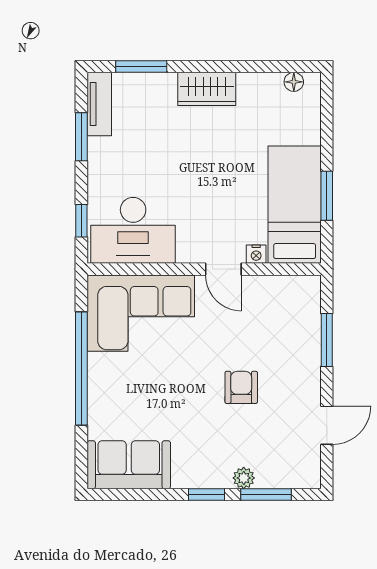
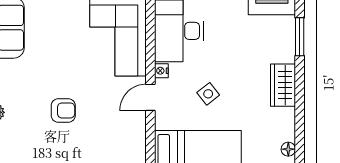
side table: (219, 191) -> (208, 94), added
nightstand: (256, 254) -> (161, 71), moved

